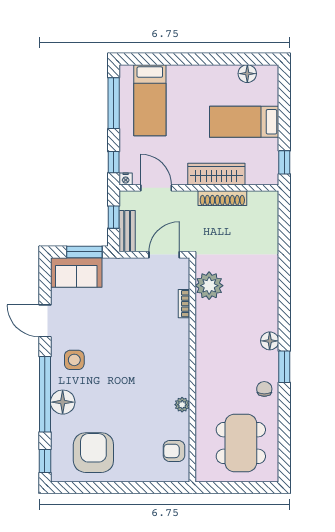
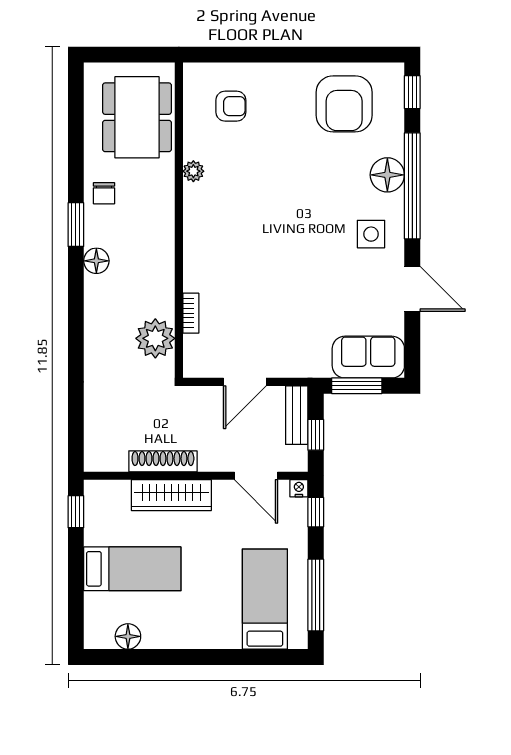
plant: (209, 286) -> (155, 338), moved
bookcase: (184, 304) -> (191, 313), moved
wall: (192, 370) -> (179, 220), moved
plant: (182, 405) -> (193, 171), moved

